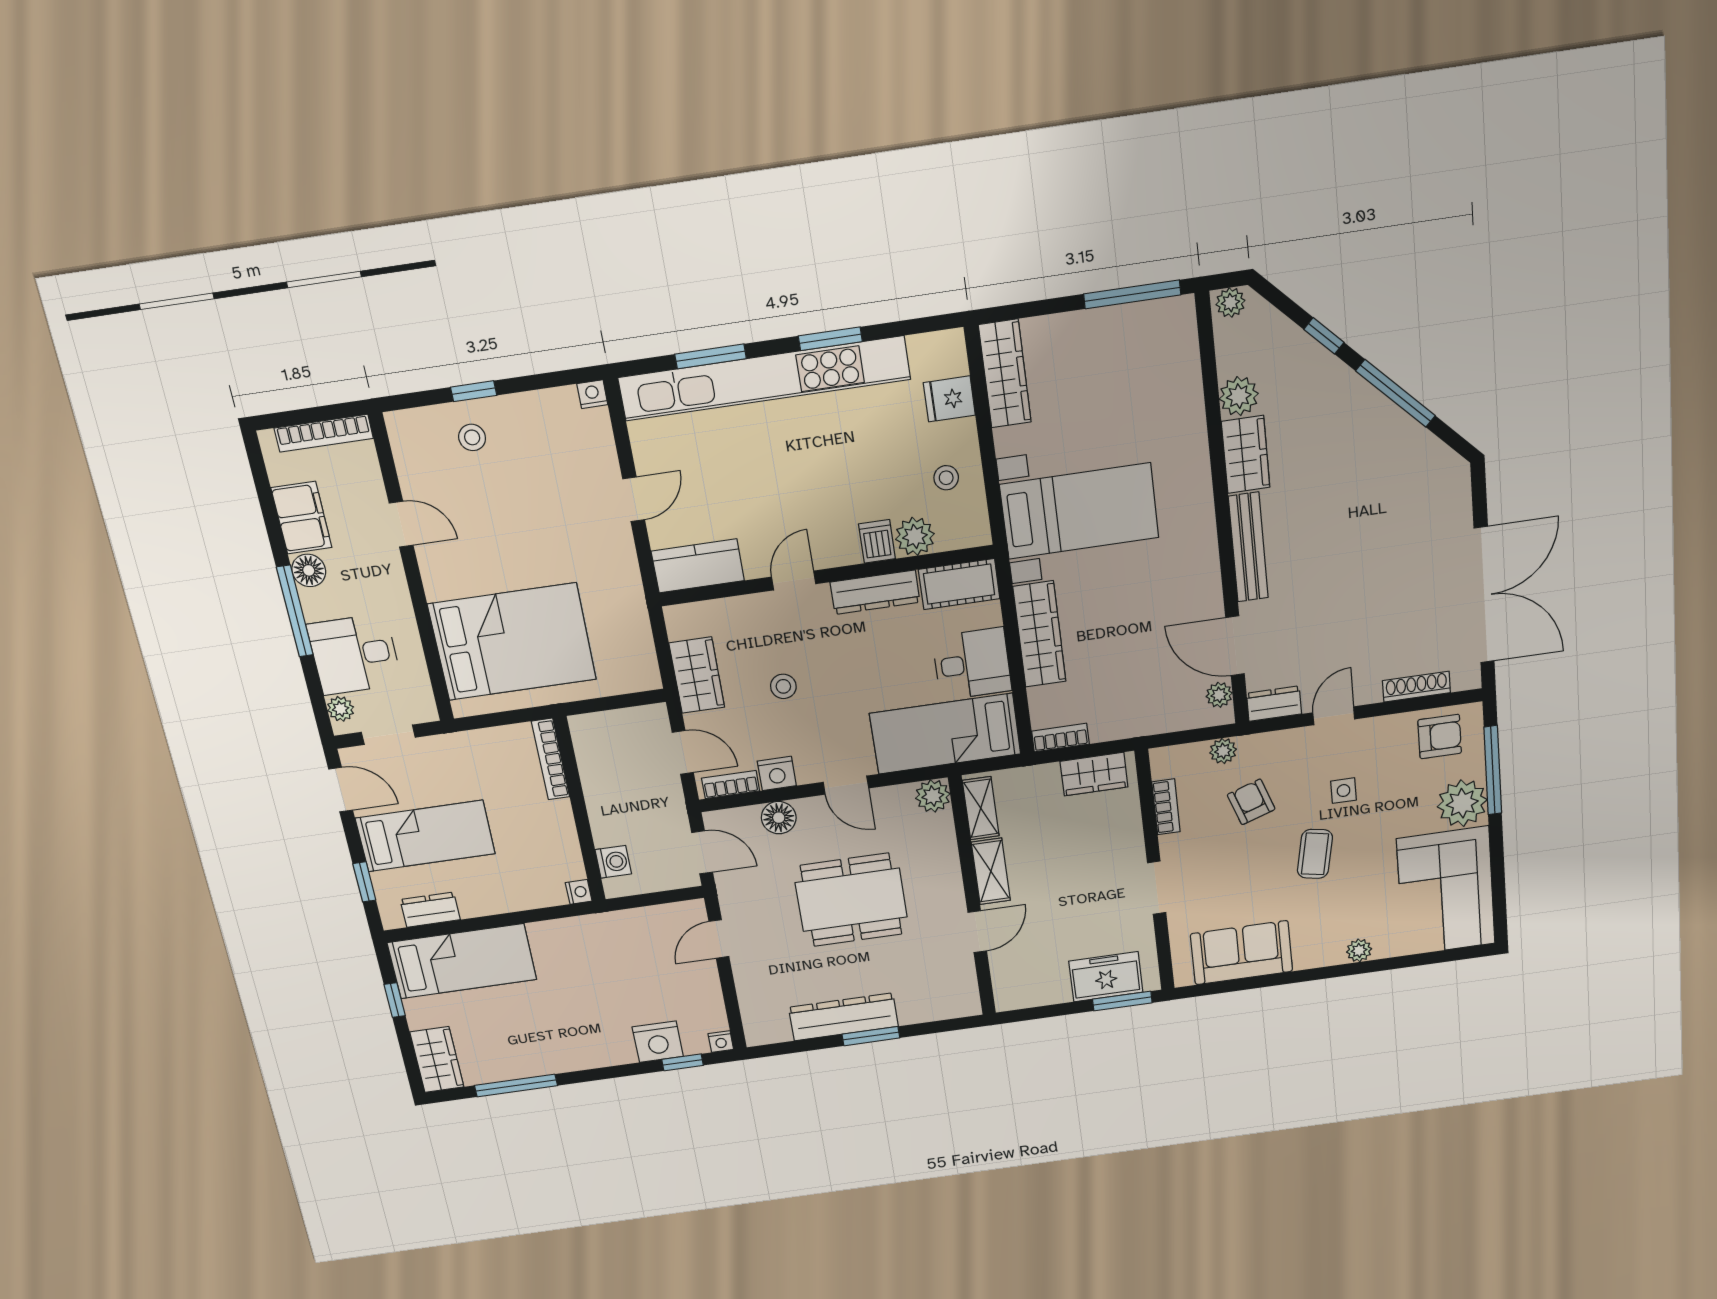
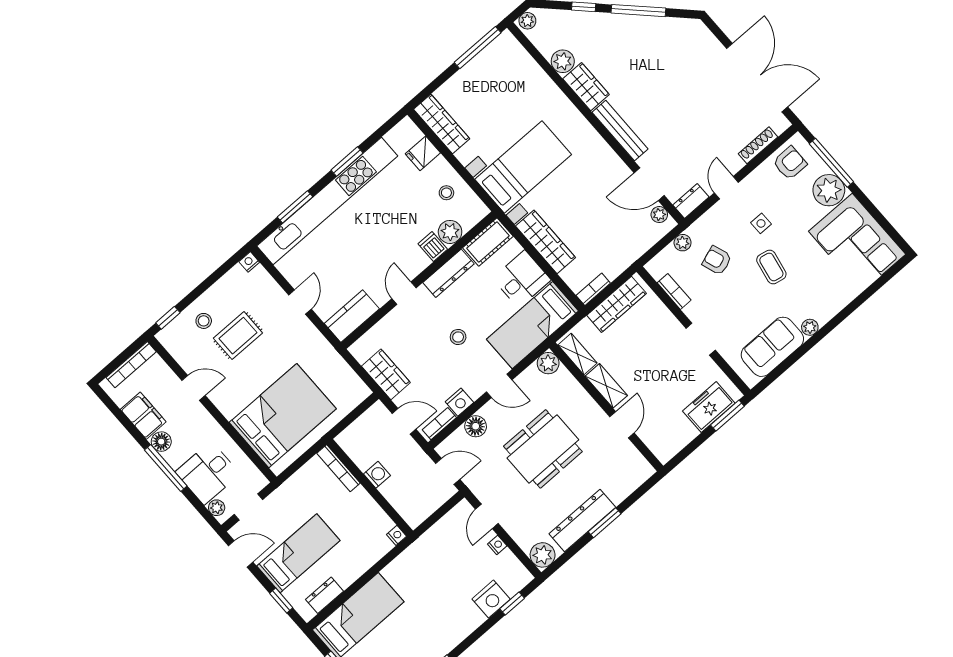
window: (474, 391) -> (168, 318), moved
rug: (512, 490) -> (238, 336), added
stool: (783, 686) -> (458, 337), moved
wardrobe: (1094, 774) -> (617, 304), width x1.50
washing machine: (613, 862) -> (377, 475), moved
plant: (1359, 950) -> (810, 327), moved
plant: (762, 1028) -> (543, 555), added
nightstand: (721, 1041) -> (497, 545), moved, turned -90

